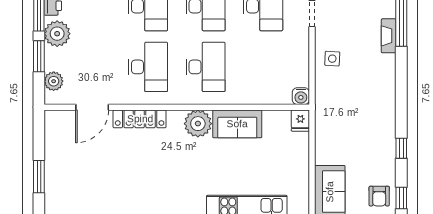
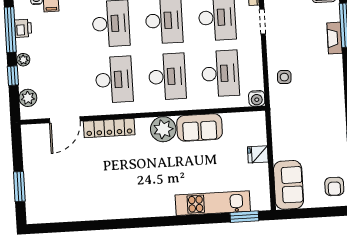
plant: (57, 34) -> (23, 60), width x0.53, depth x0.53
window: (39, 56) -> (13, 76), width x0.67
side table: (332, 59) -> (284, 77), moved
desk: (263, 67) -> (220, 73), added
fridge: (300, 121) -> (258, 154), moved, turned 90

